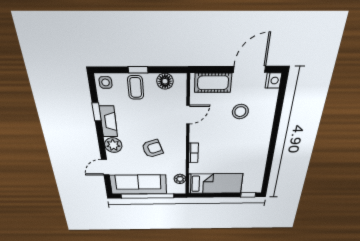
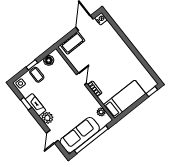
stool: (240, 112) -> (99, 46), removed
door: (188, 115) -> (82, 79), moved
armchair: (152, 149) -> (70, 104), removed

